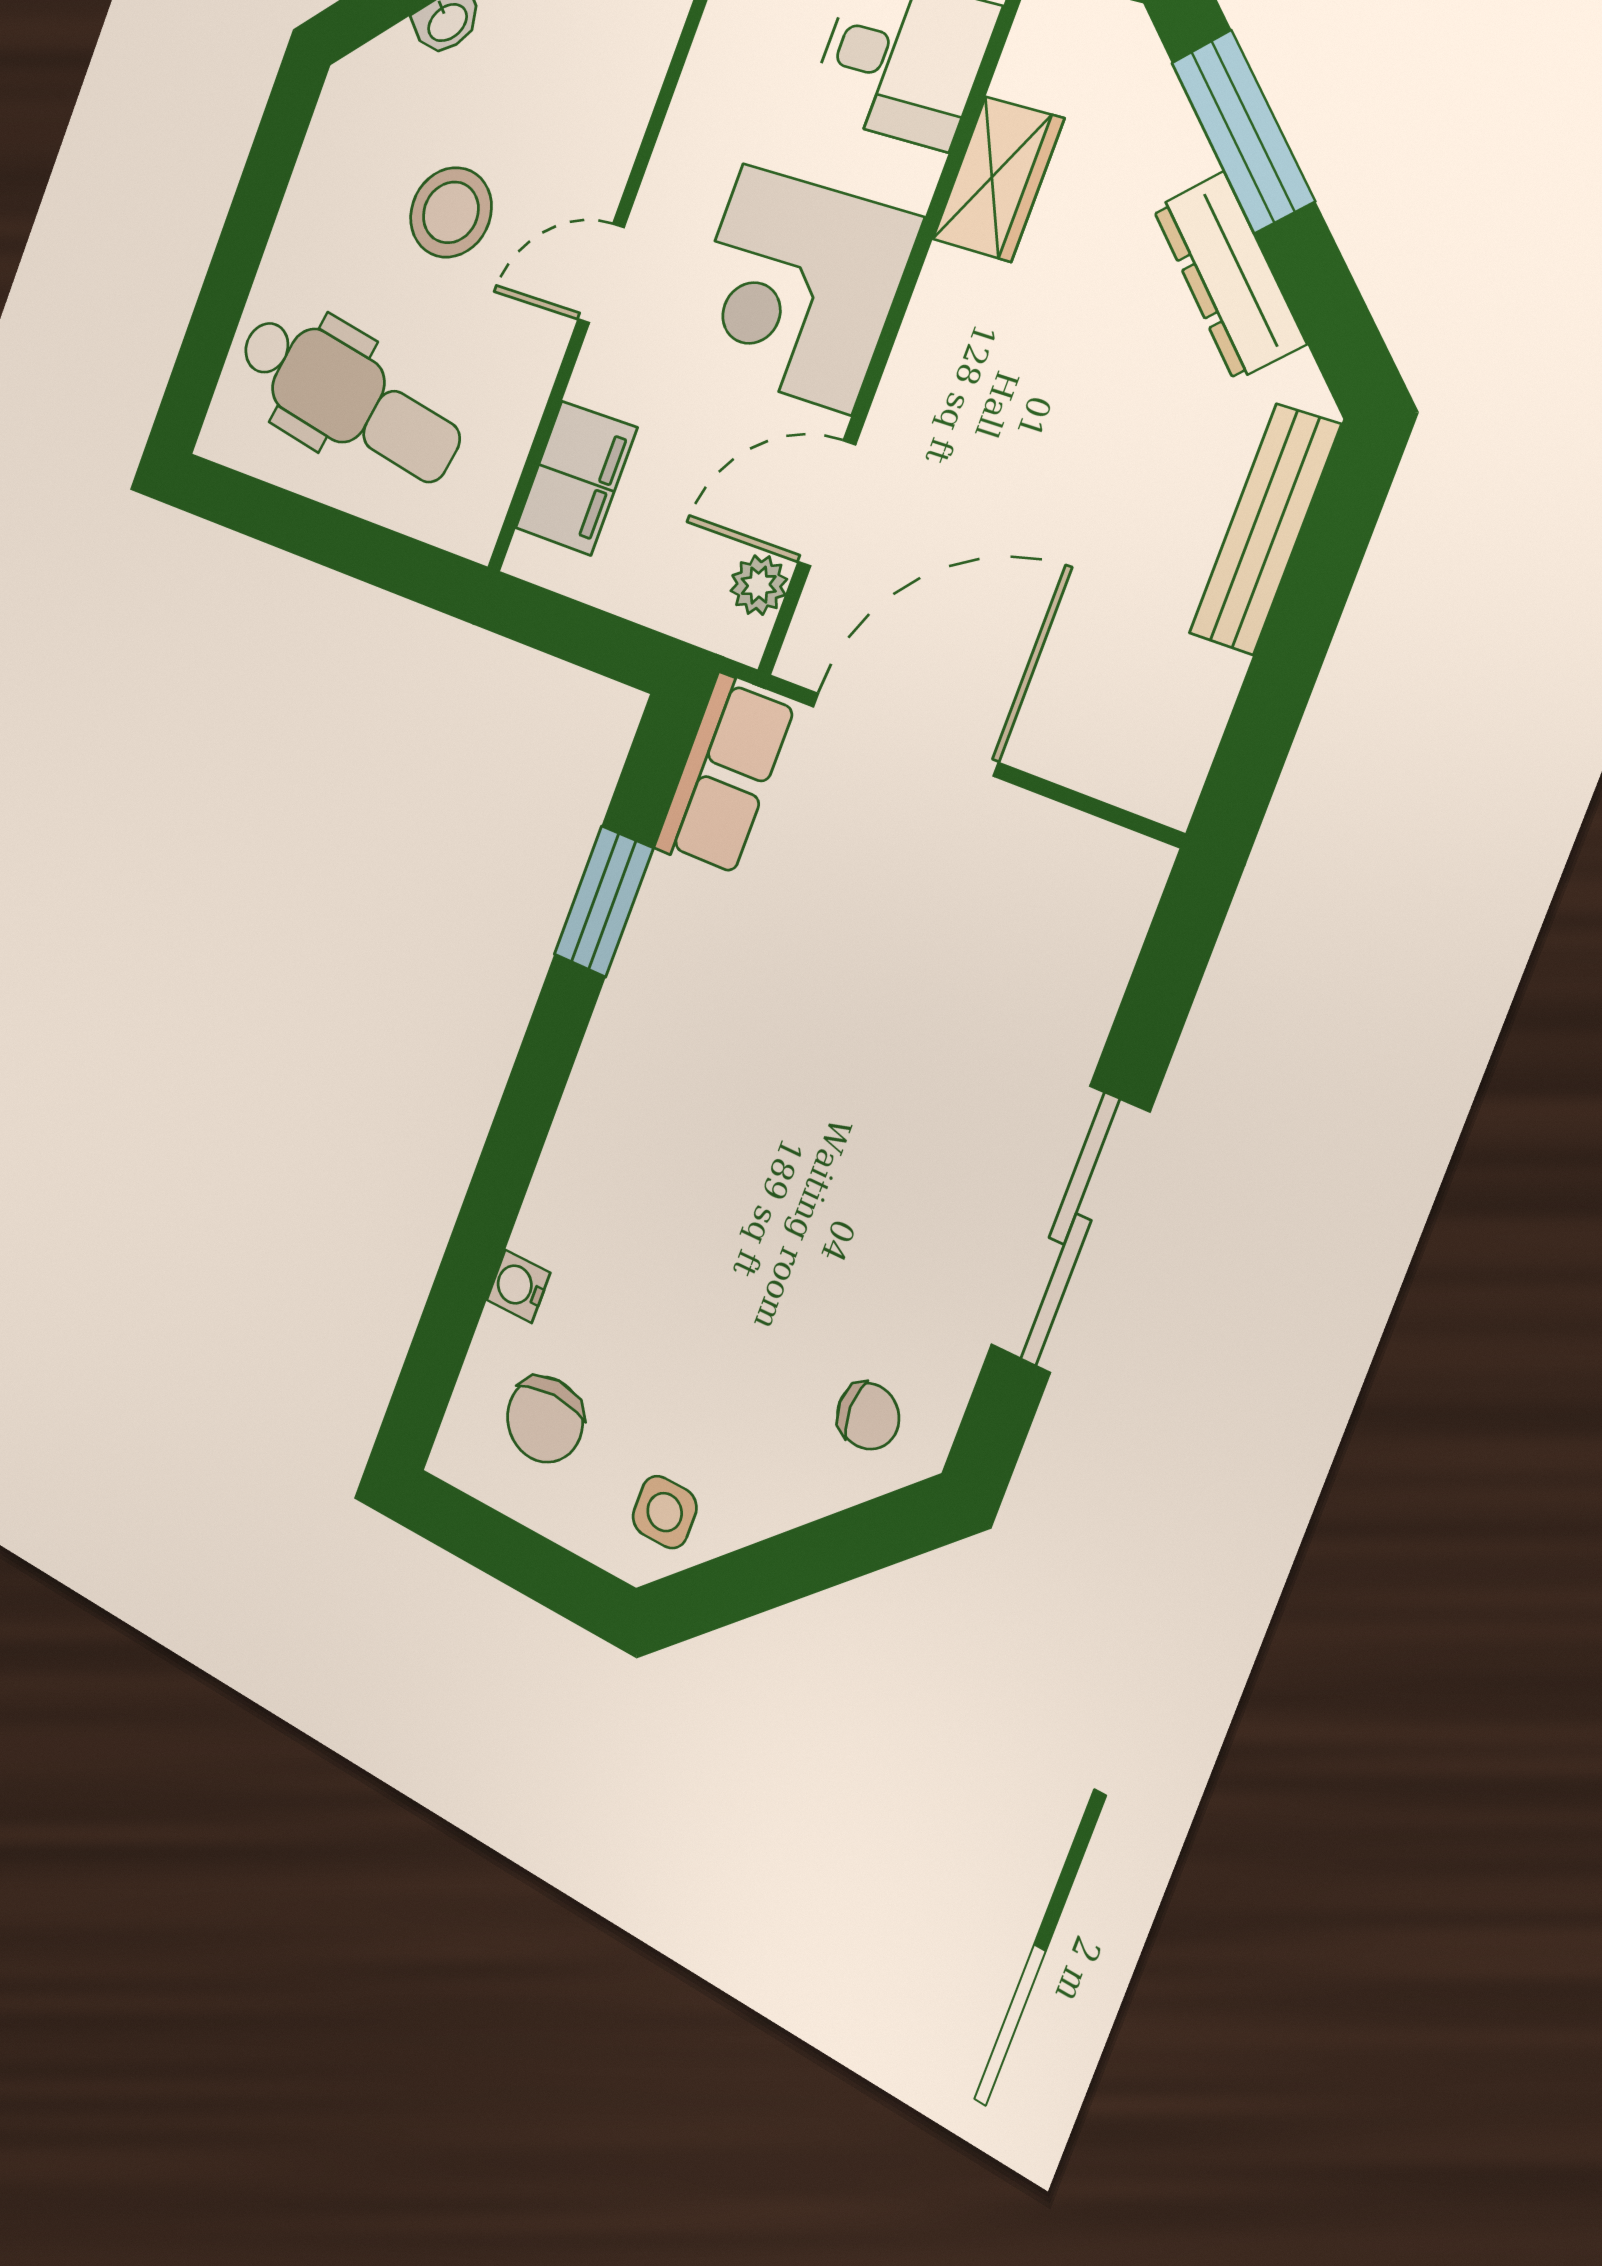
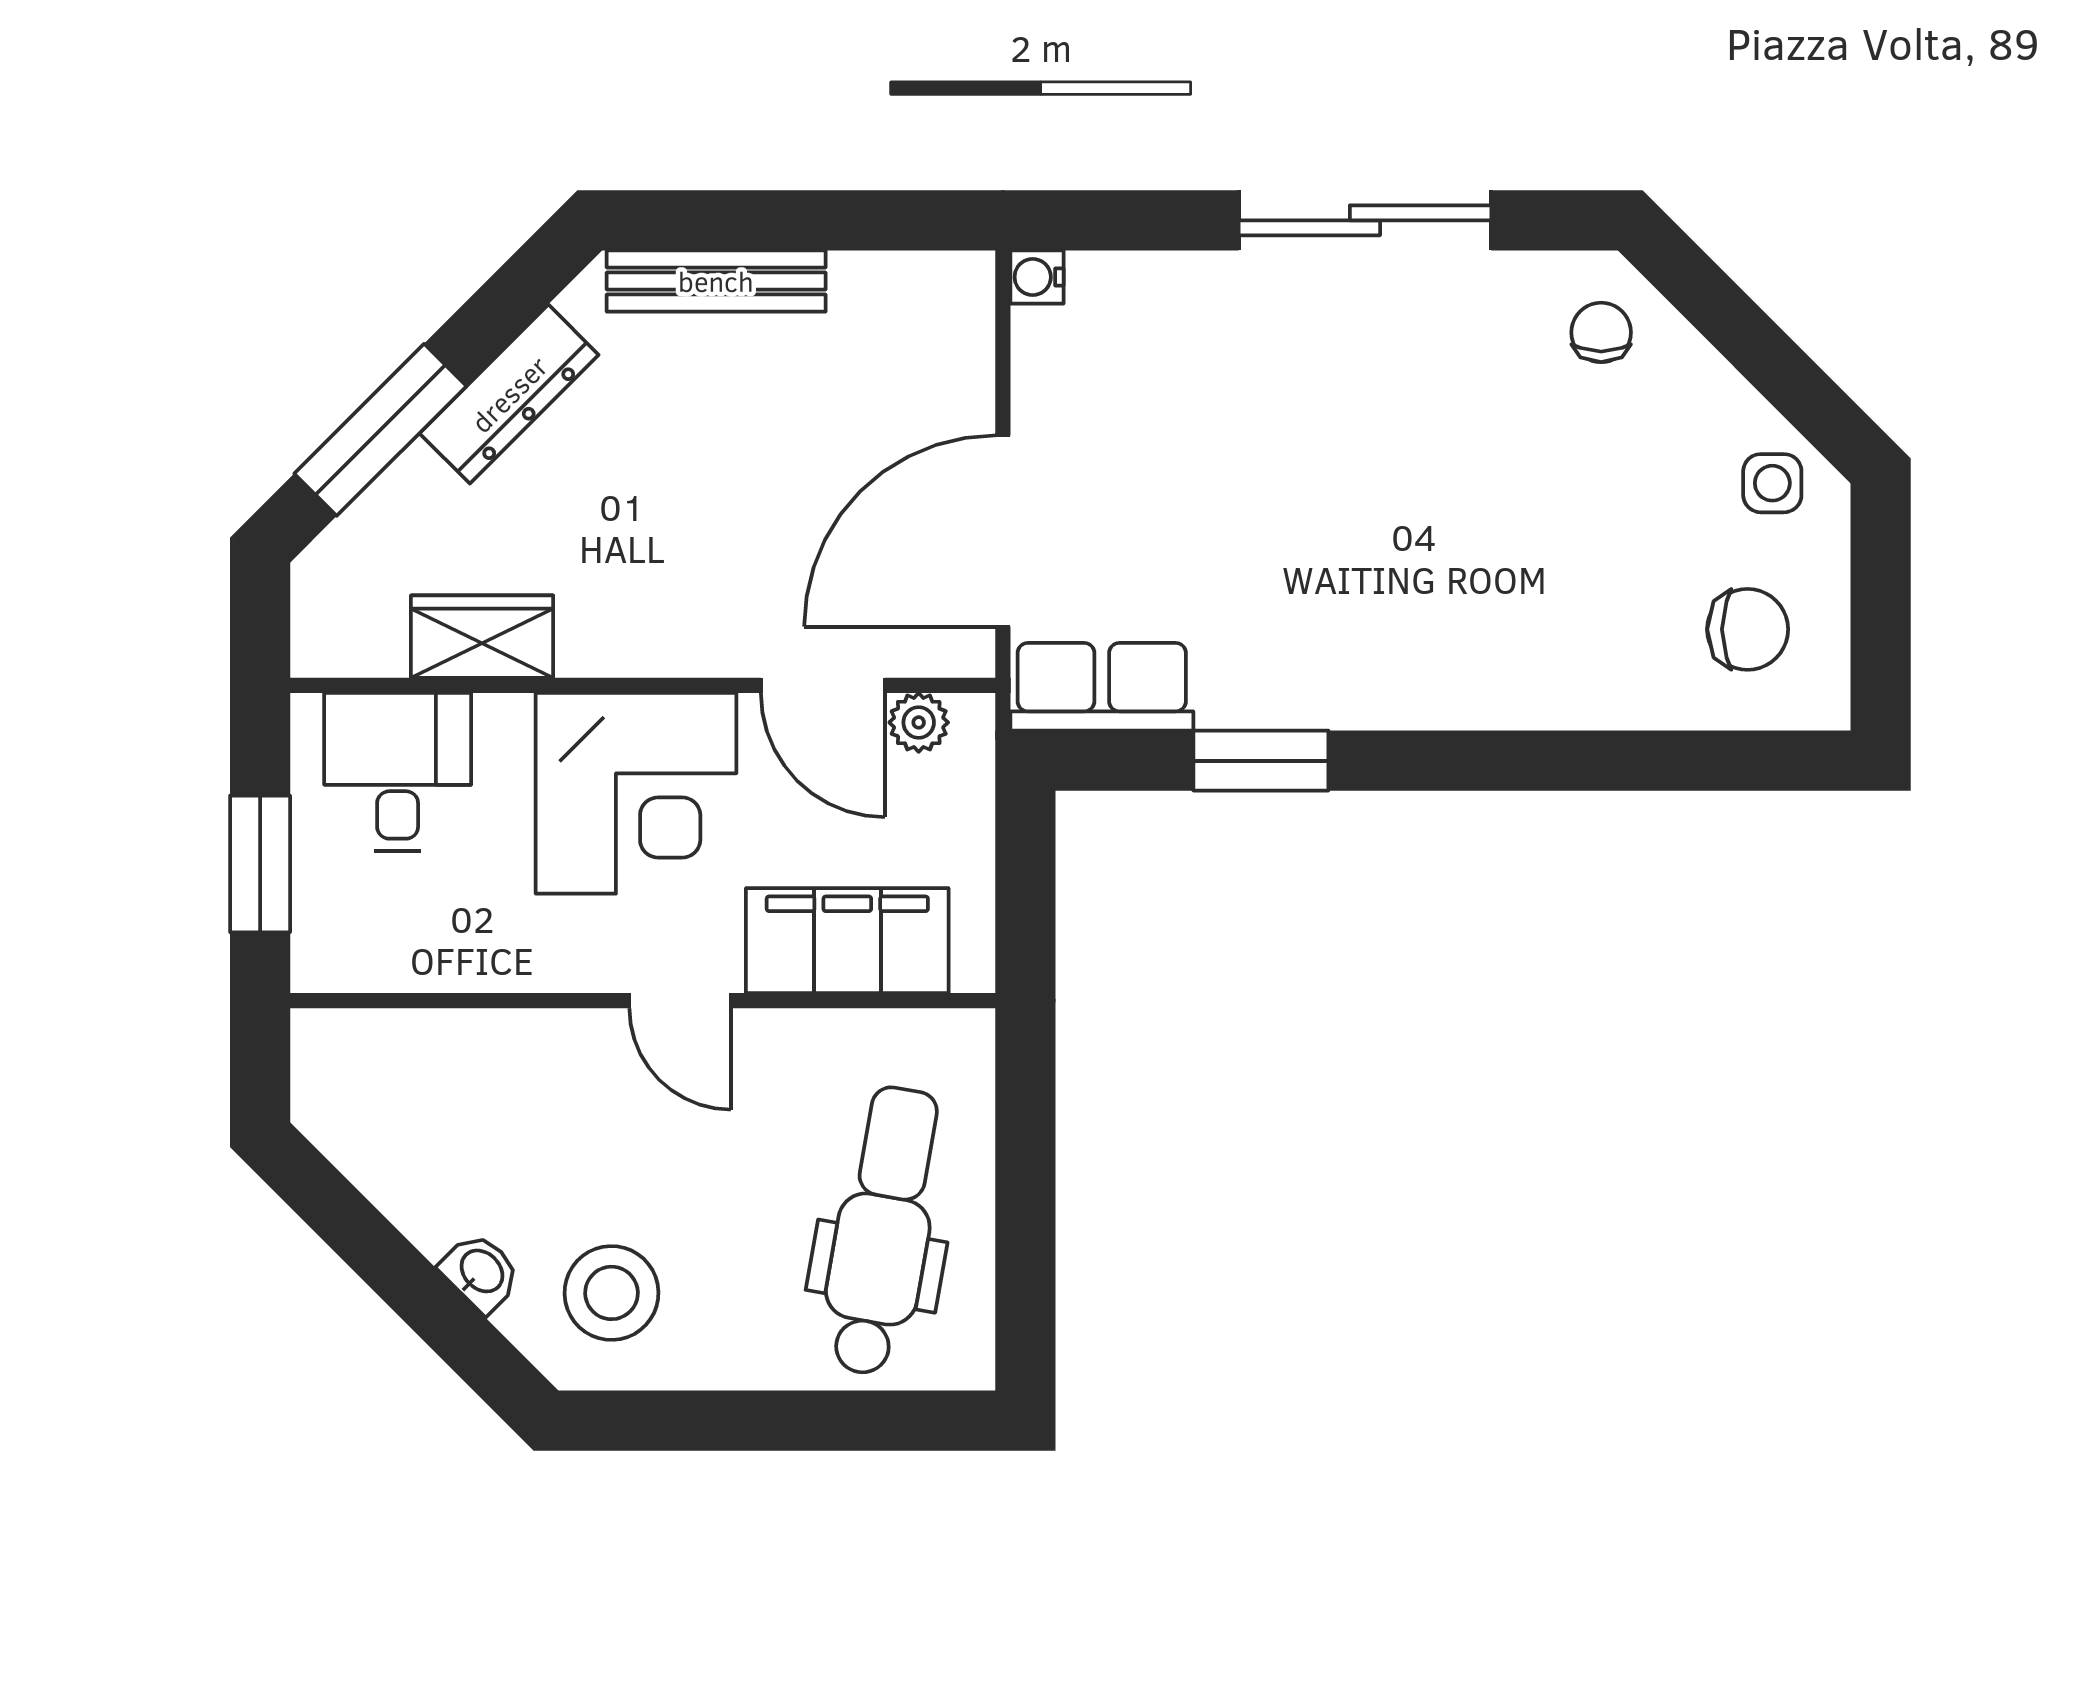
stool: (451, 212) -> (611, 1293), moved
filing cabinet: (576, 478) -> (847, 941), width x1.50, depth x1.17
door: (904, 734) -> (1003, 531), hinge flipped
water cooler: (518, 1286) -> (1037, 277), moved, turned 90

